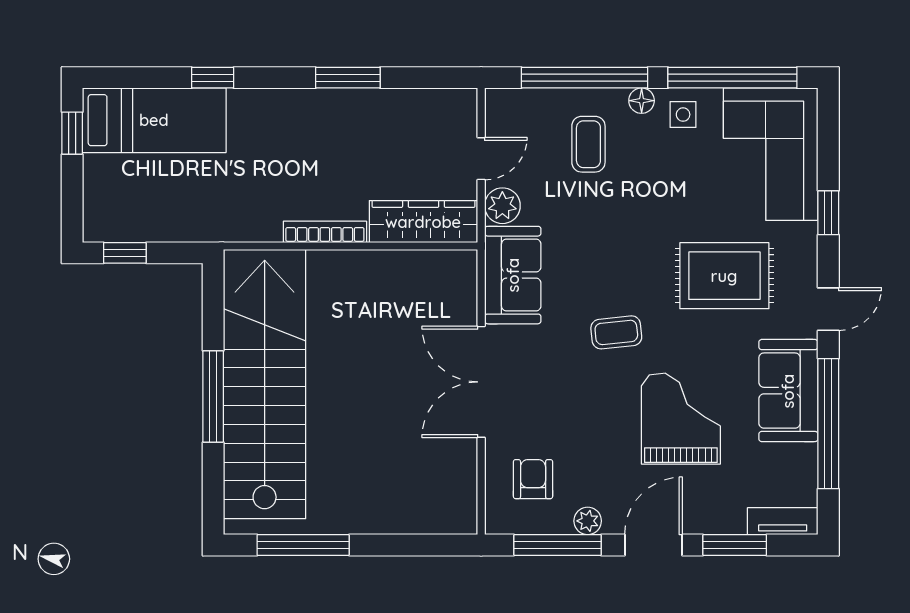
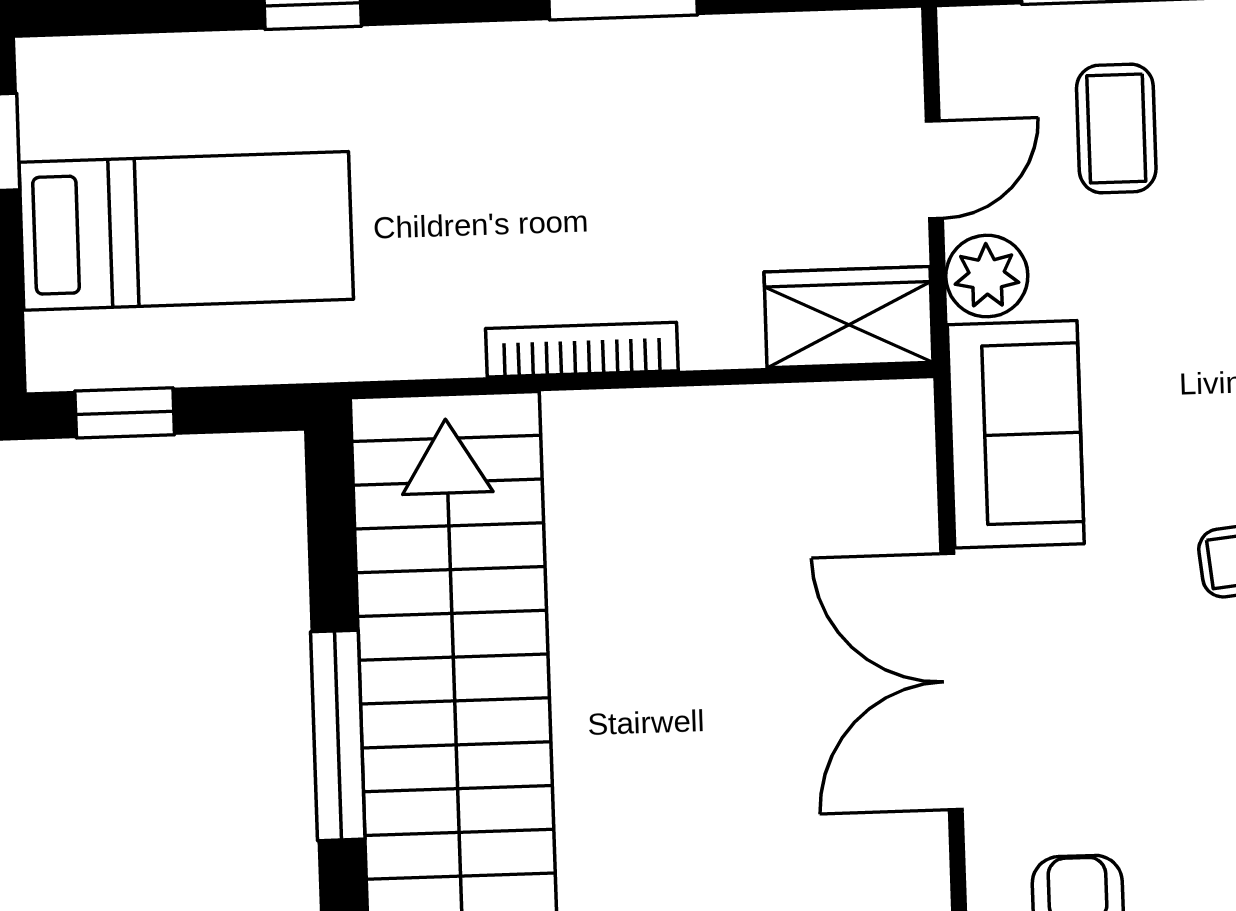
bed: (154, 120) -> (186, 231), moved
coffee table: (588, 144) -> (1116, 129), moved
wardrobe: (423, 222) -> (848, 317), width x0.67

